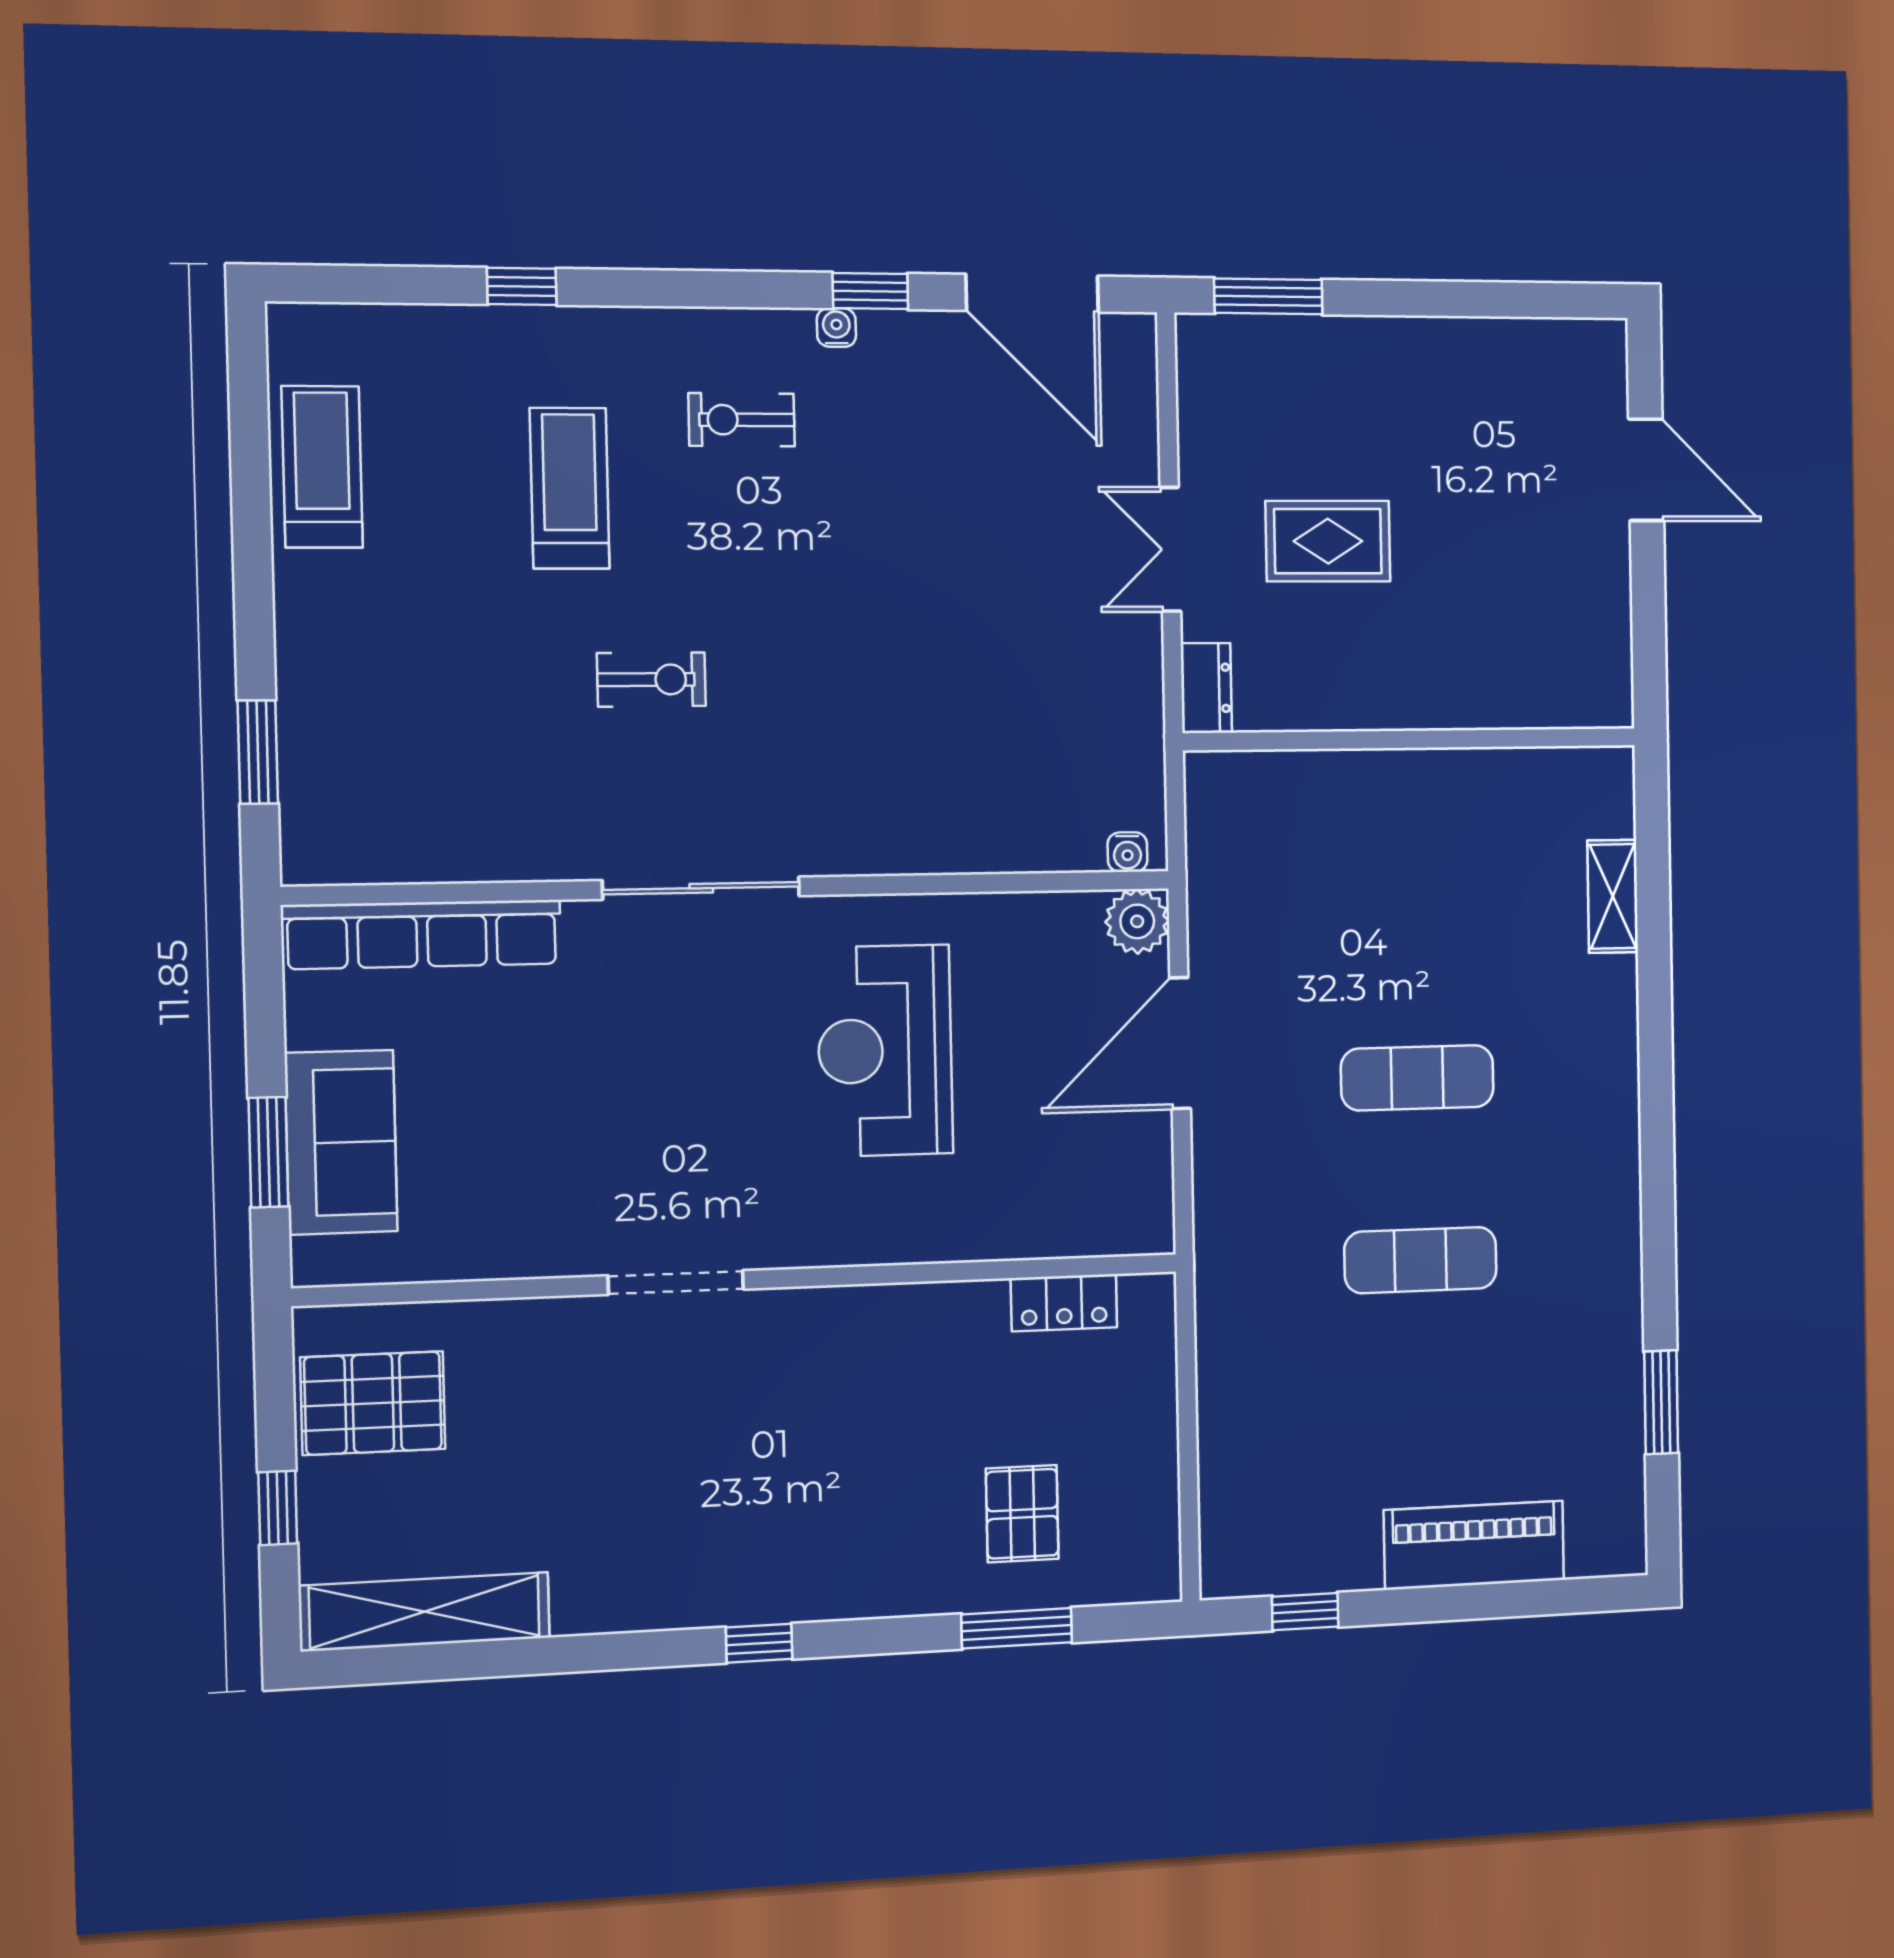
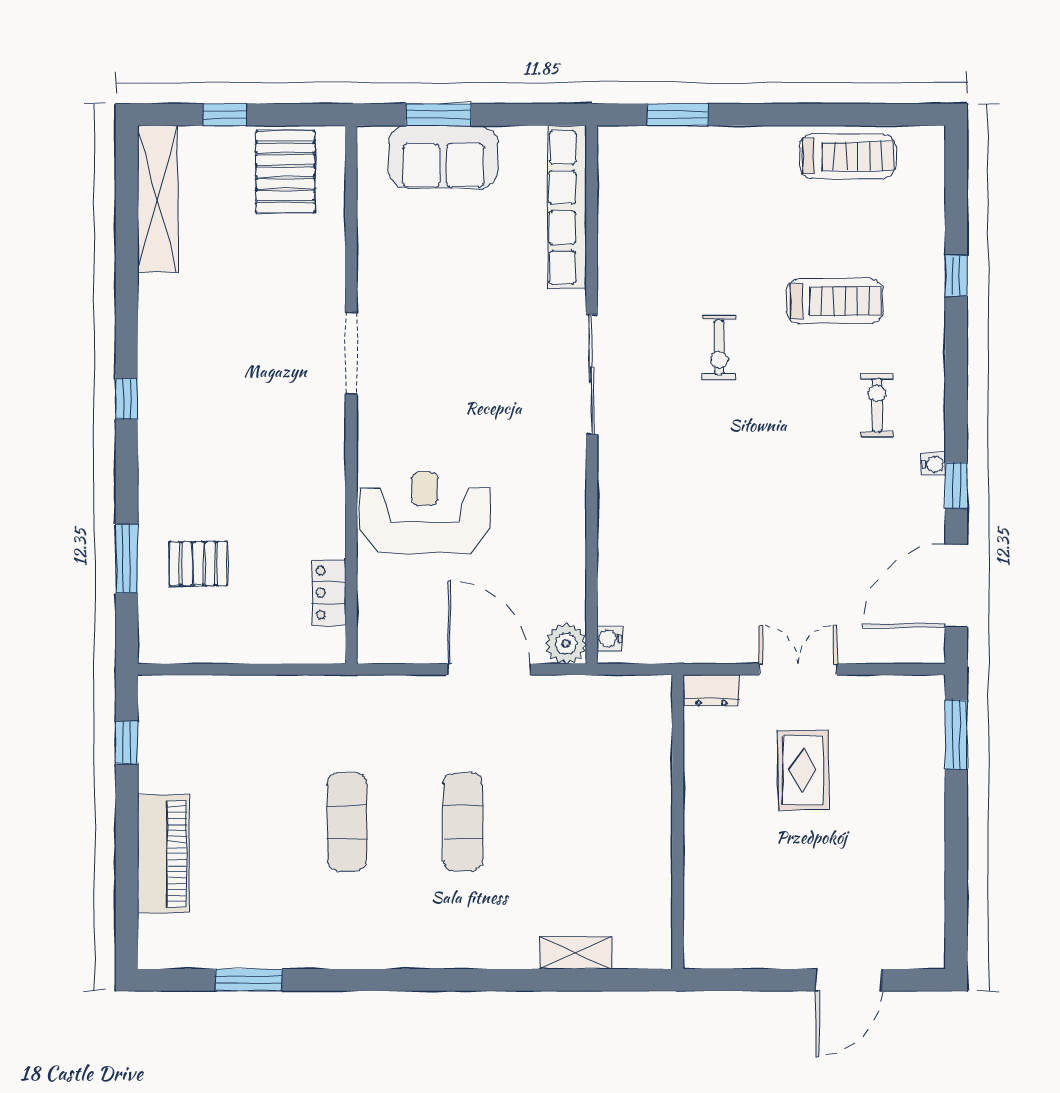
reception desk: (885, 1051) -> (425, 512), moved

